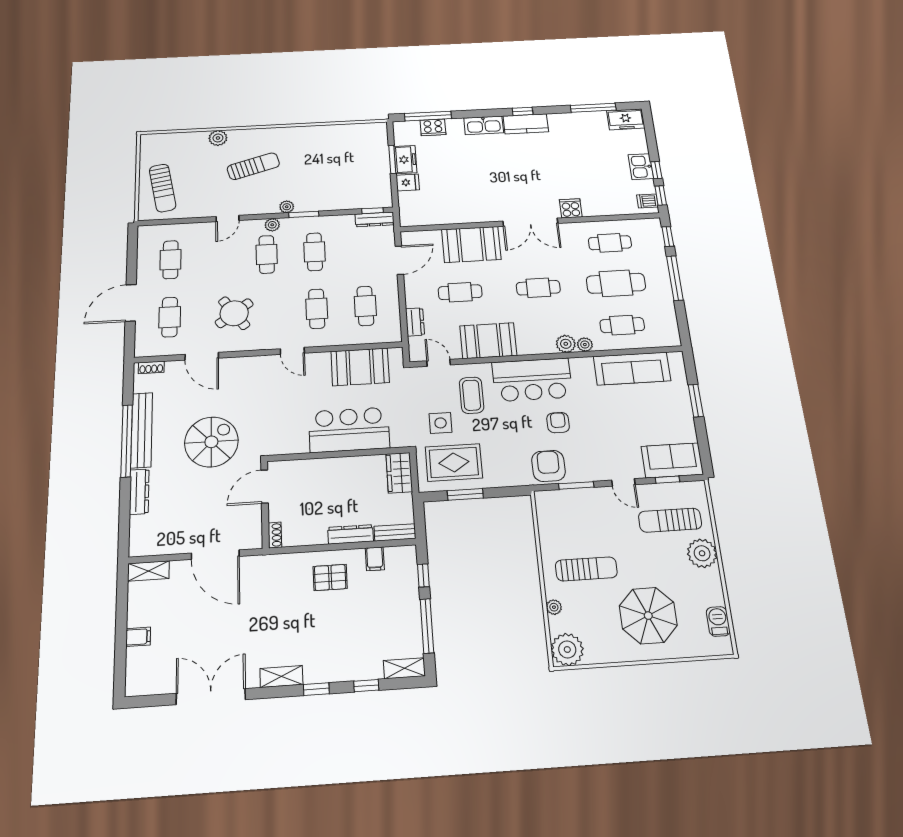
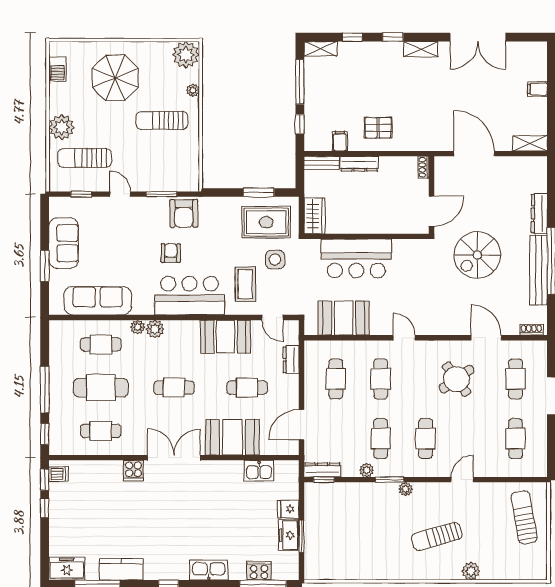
kitchen counter: (526, 124) -> (121, 569), moved
kitchen sink: (641, 167) -> (259, 471), moved, turned 90
plant: (272, 225) -> (367, 470), moved
armchair: (558, 423) -> (171, 253), turned 180
sofa: (672, 460) -> (64, 243), moved, turned -90
sun lounger: (670, 520) -> (85, 158), turned 180

